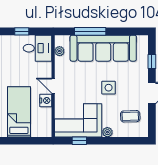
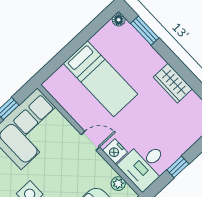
nightstand: (46, 100) -> (115, 151), moved

